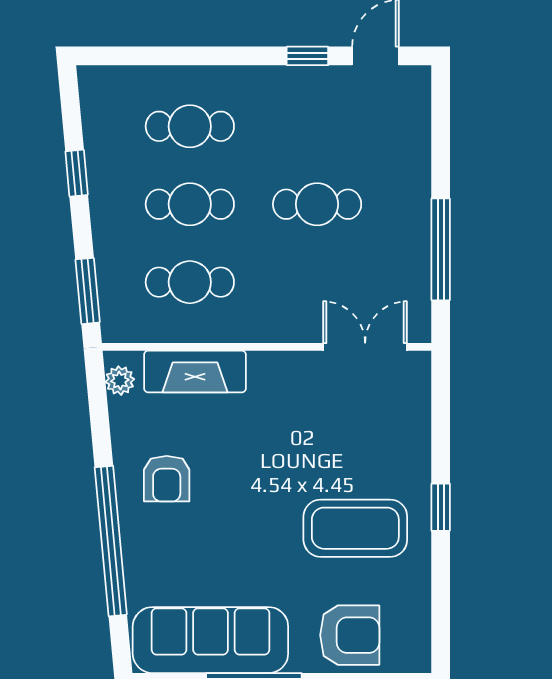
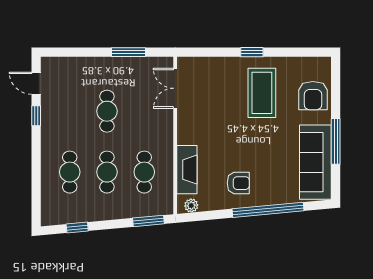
window: (77, 173) -> (77, 228), moved
window: (441, 249) -> (129, 52), width x0.69
armchair: (350, 635) -> (313, 96), turned 180

